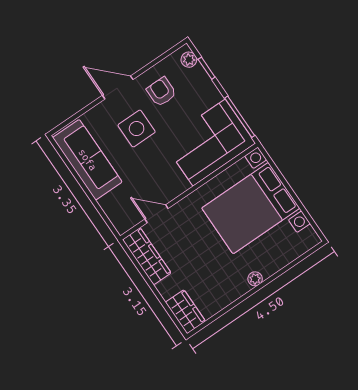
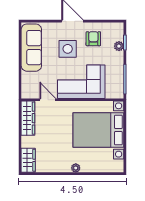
plant: (189, 60) -> (119, 46), moved
corner sofa: (209, 143) -> (81, 82), moved

